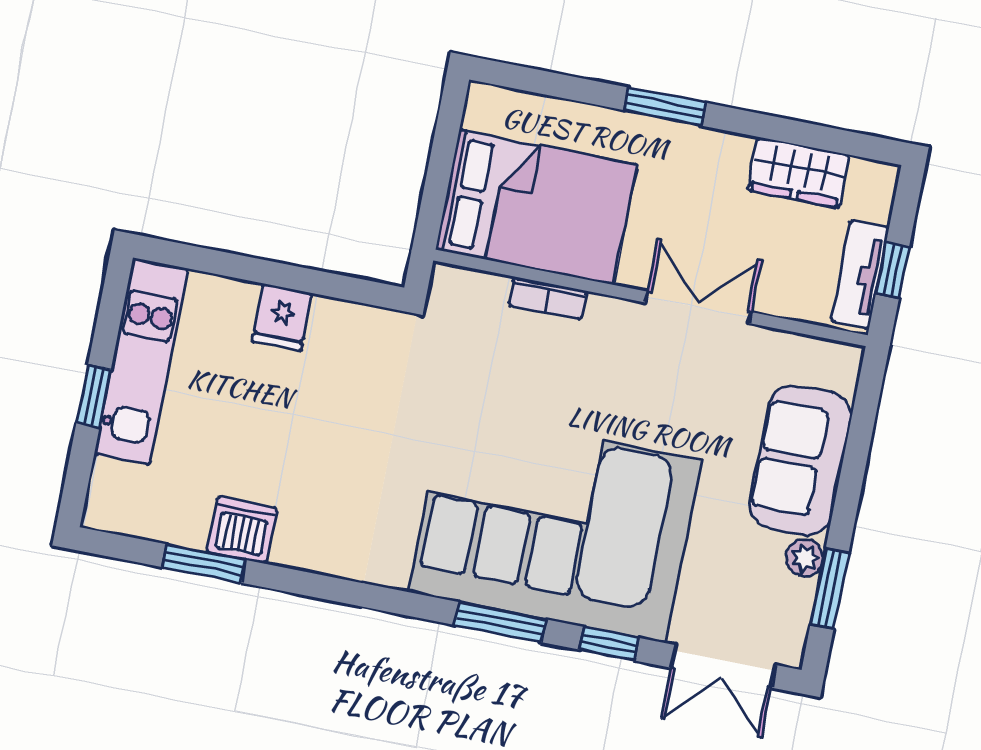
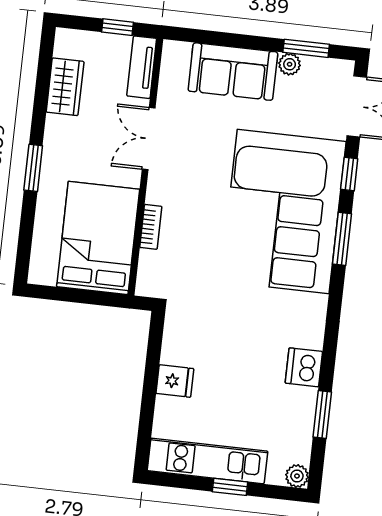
tv unit: (860, 275) -> (142, 67), moved, turned 90
plant: (103, 512) -> (297, 476), added
dishwasher: (242, 530) -> (304, 367), moved

